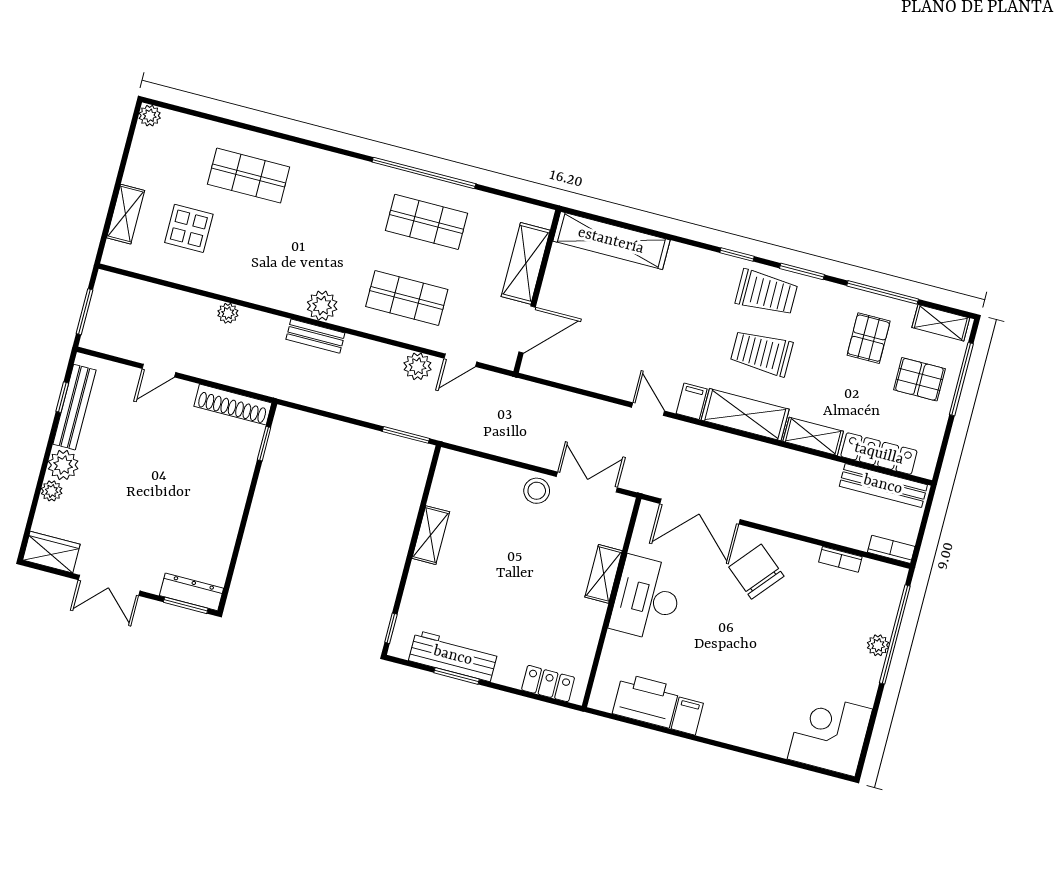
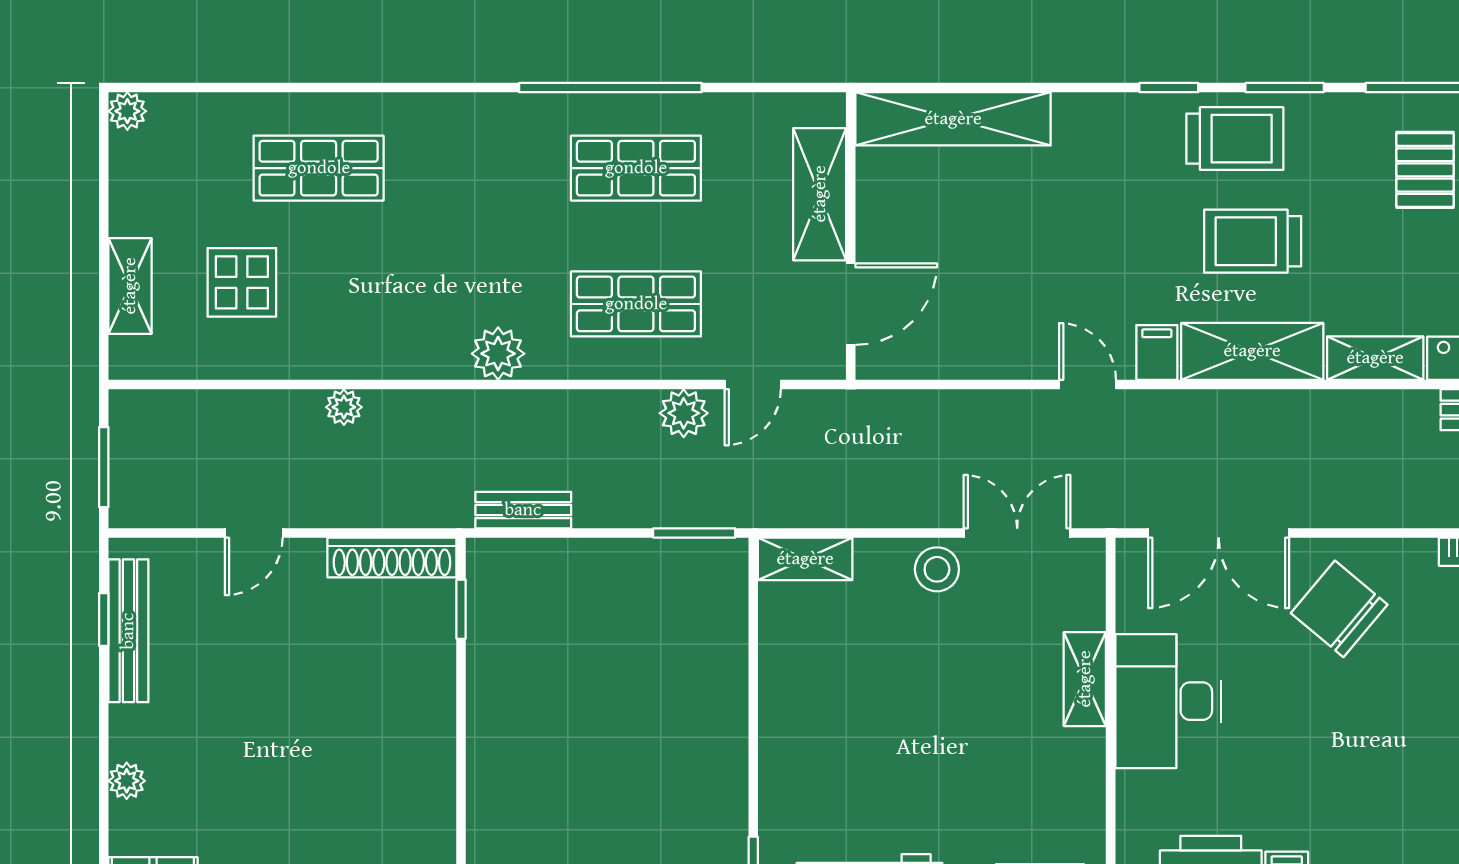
bench: (315, 336) -> (523, 510), moved
plant: (63, 465) -> (135, 732), removed
shelving: (431, 535) -> (805, 559), moved, turned 90

